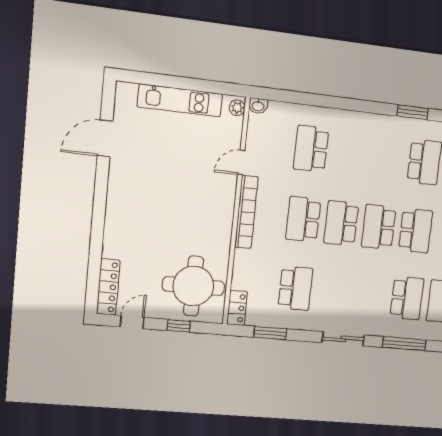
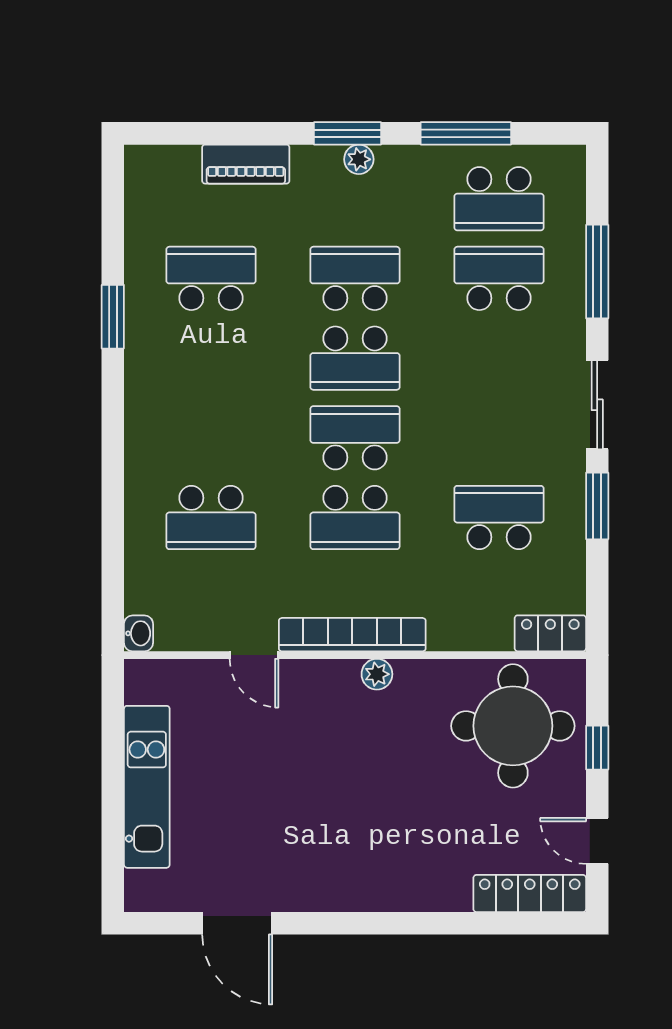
plant: (237, 108) -> (377, 674), moved
school desk: (341, 223) -> (355, 438), turned 180
window: (270, 333) -> (597, 506), moved

